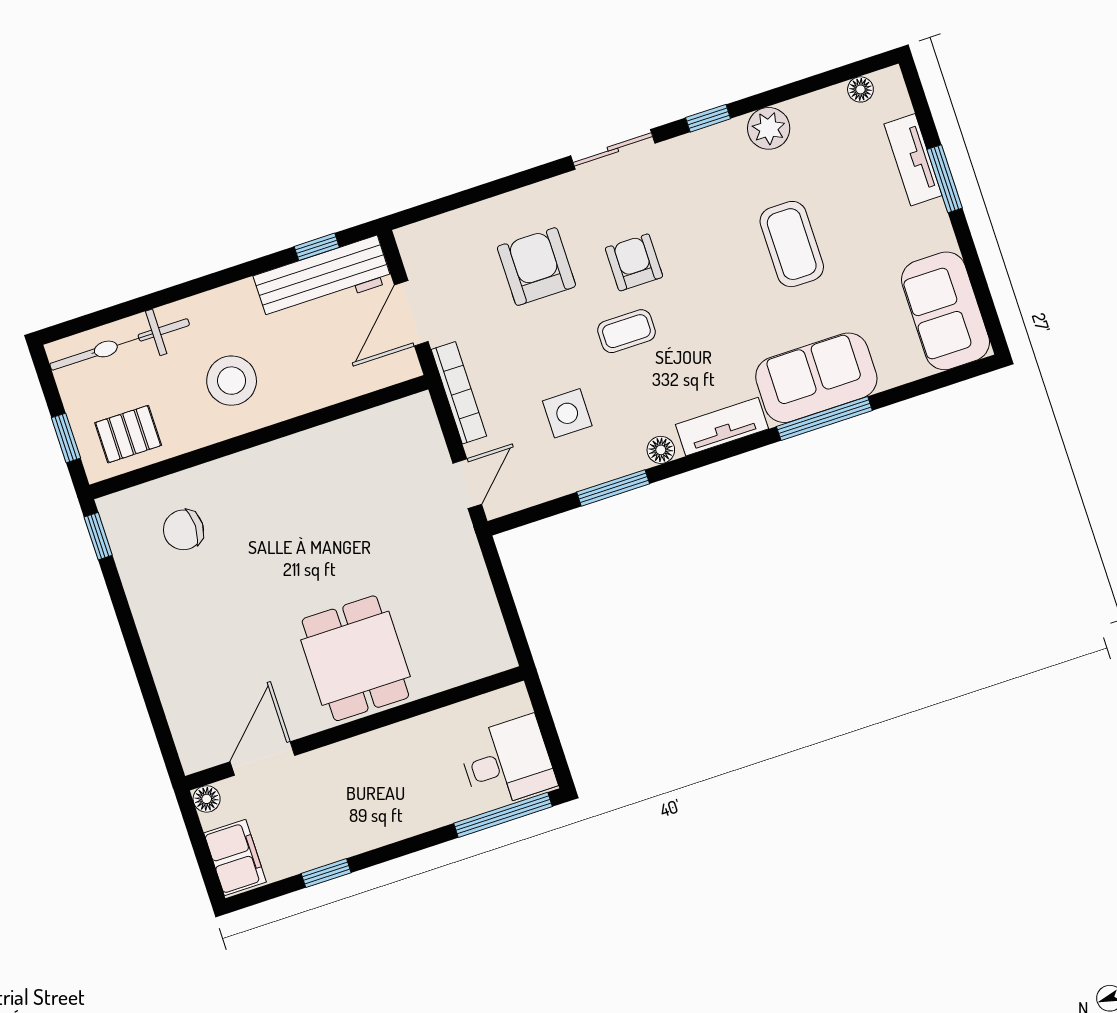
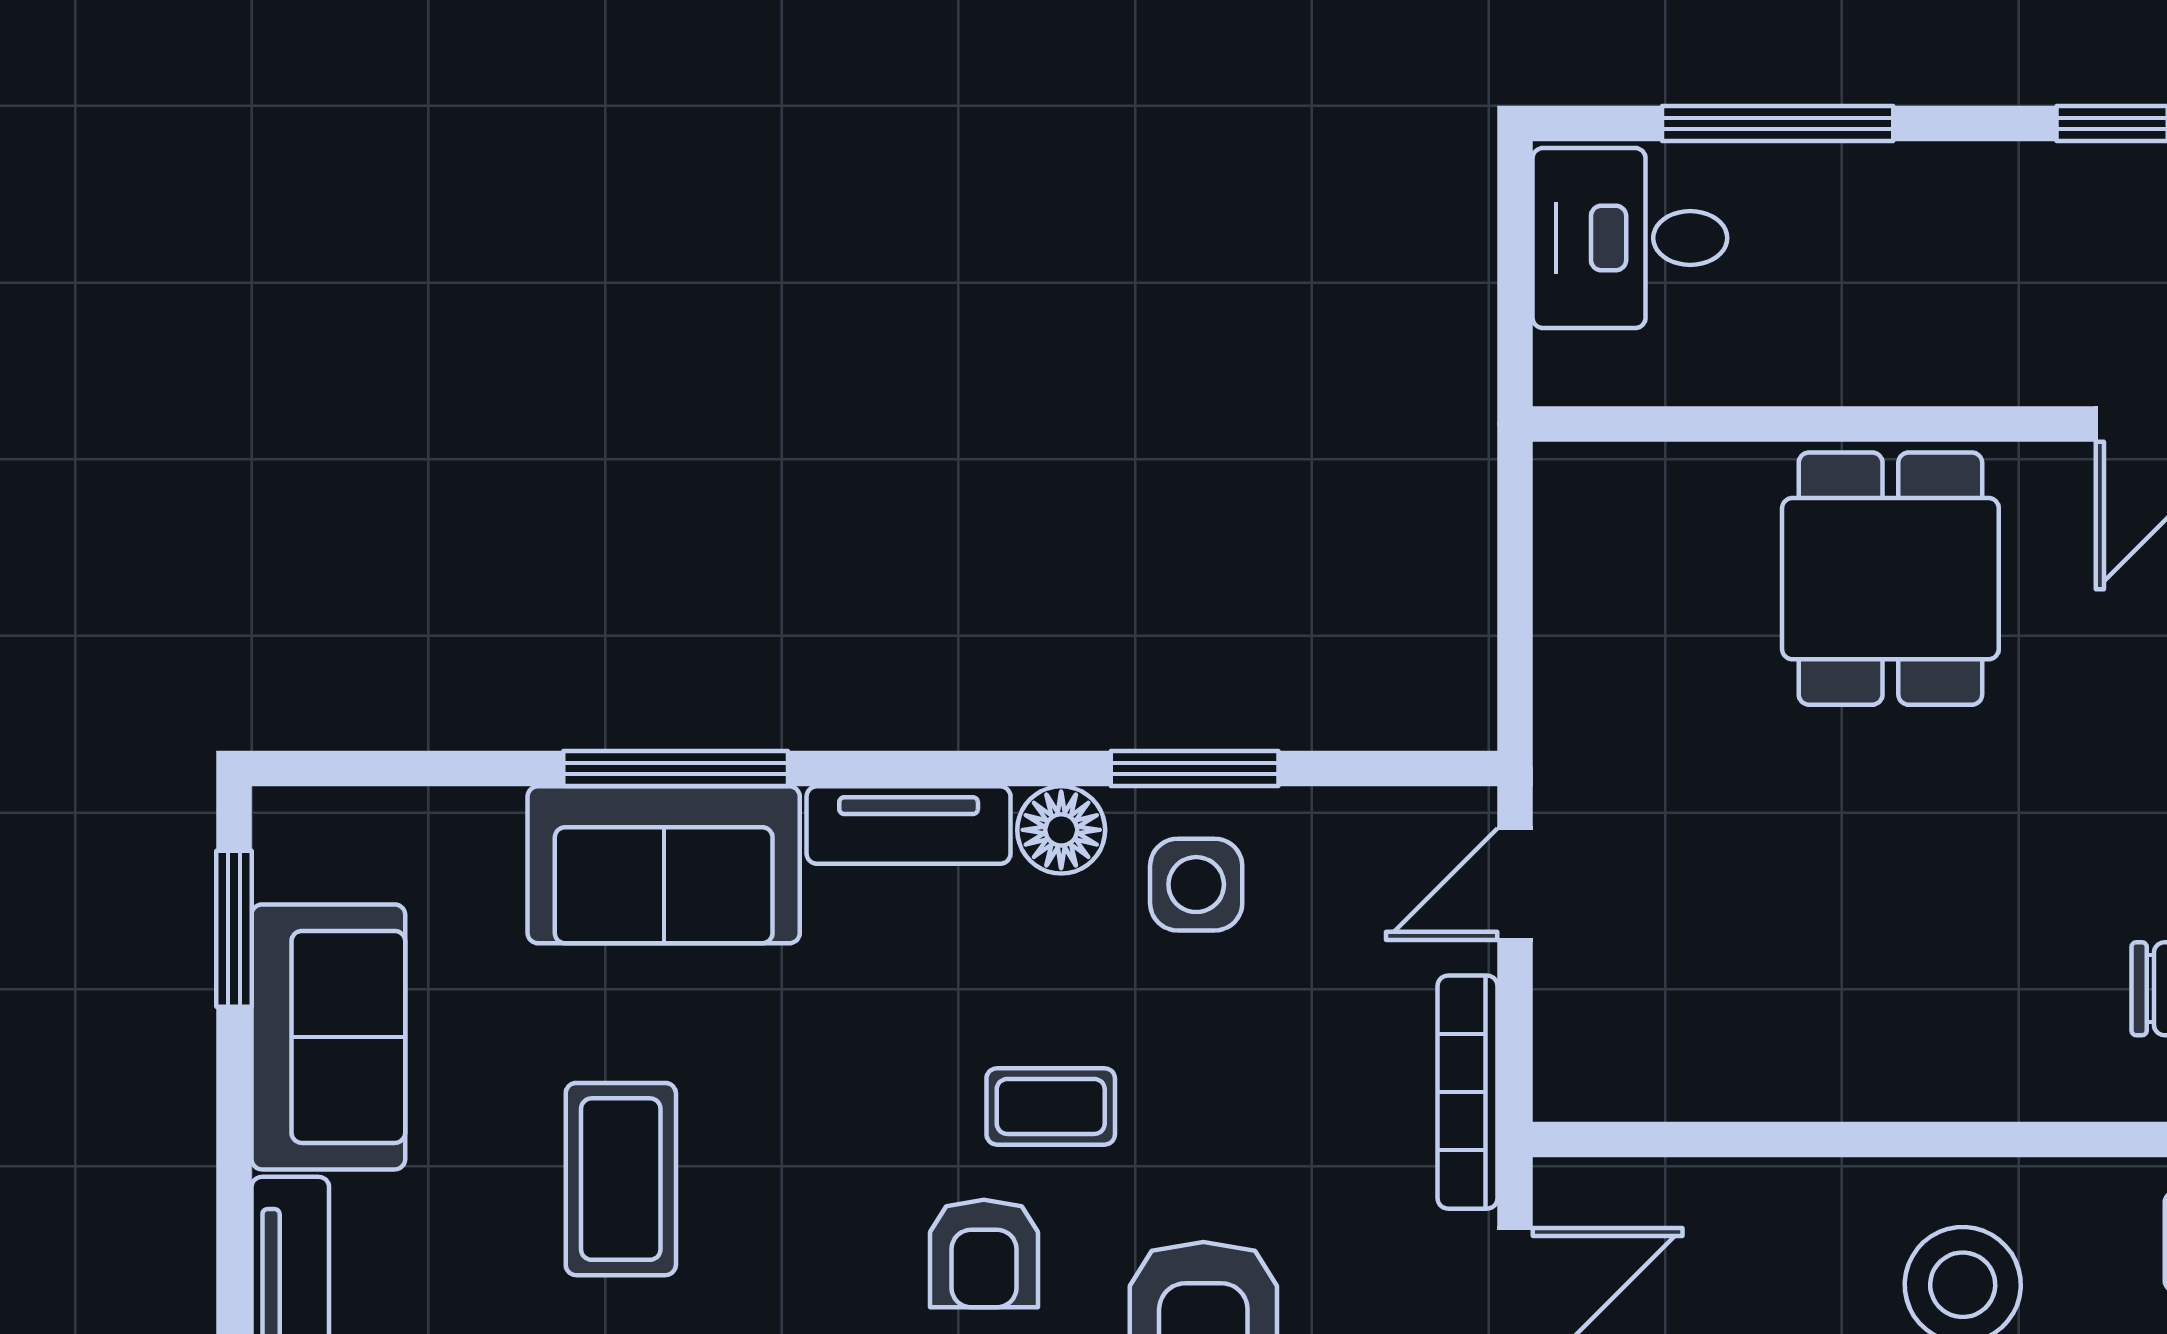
window: (945, 179) -> (234, 929), moved
sofa: (946, 311) -> (328, 1037), moved
side table: (567, 413) -> (1196, 885), moved
floor lamp: (661, 450) -> (1061, 830), width x1.37, depth x1.37
window: (503, 815) -> (1778, 124), moved

